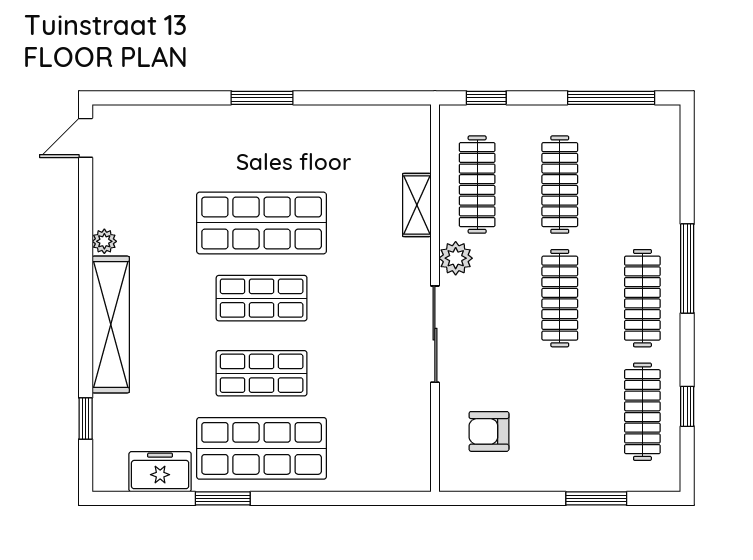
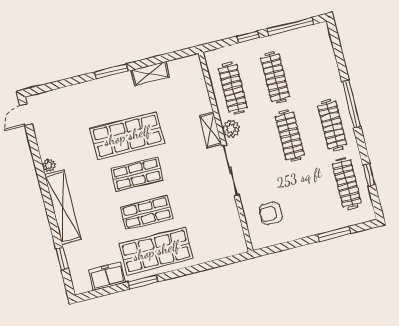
window: (486, 98) -> (248, 37), moved
shelving: (333, 120) -> (150, 73), added
shelving: (417, 205) -> (210, 130), moved

